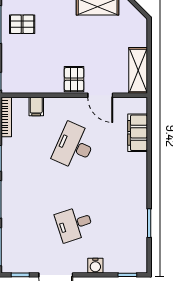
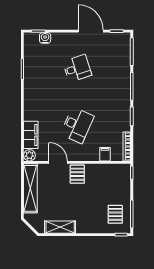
pallet: (22, 24) -> (115, 214), turned 90
shelving: (138, 70) -> (30, 188), width x1.47
plant: (139, 105) -> (29, 155), added
water cooler: (95, 266) -> (45, 38), moved

